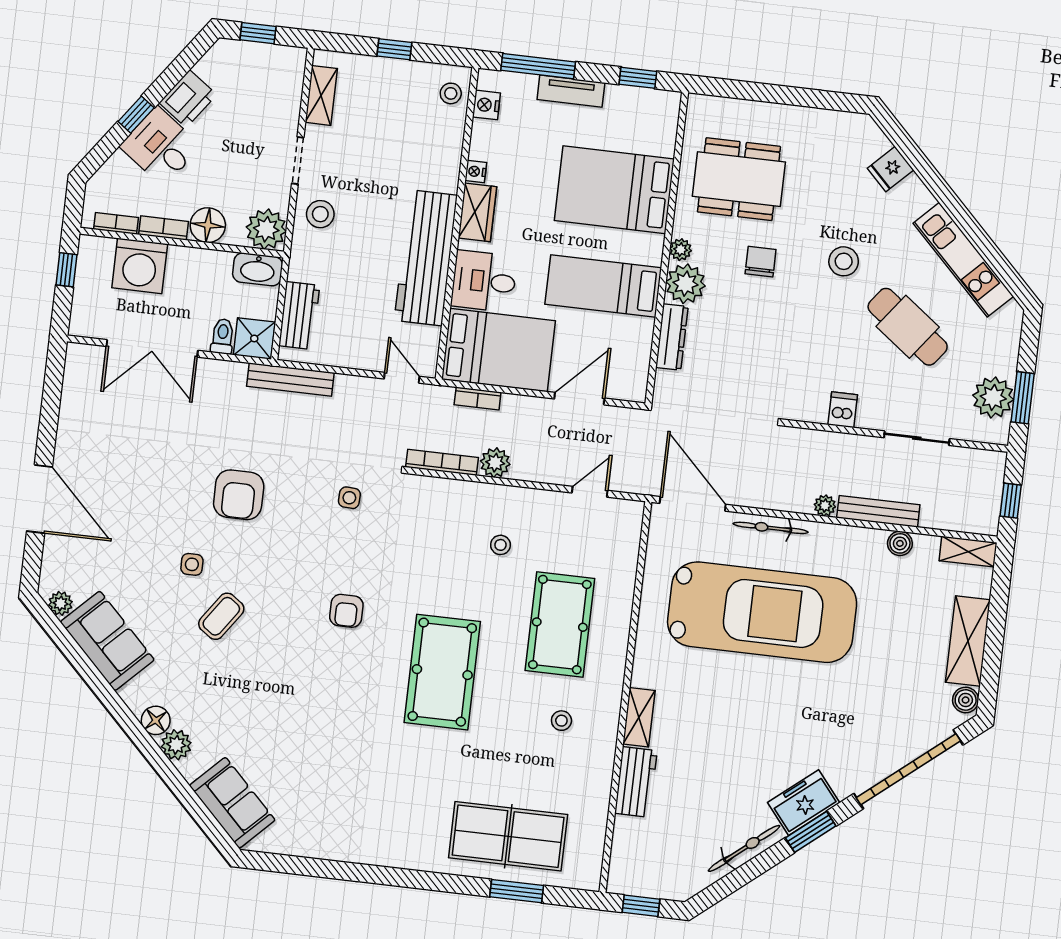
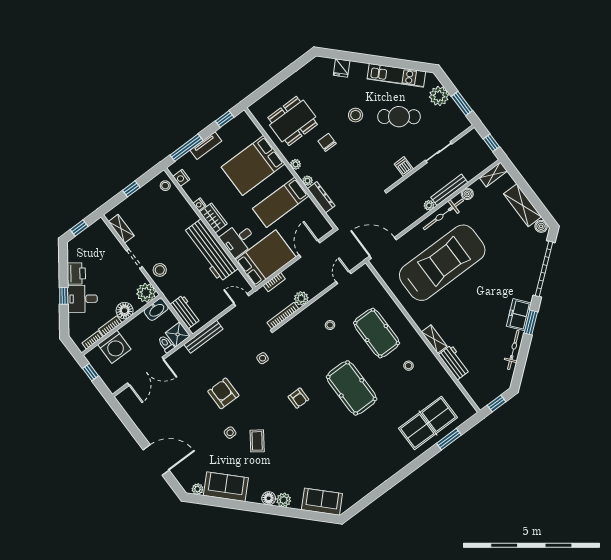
plant: (686, 284) -> (307, 181), width x0.53, depth x0.53
plant: (993, 398) -> (439, 96), moved
armchair: (239, 495) -> (223, 393), turned 180
bicycle: (771, 528) -> (443, 214), moved, width x1.37, depth x1.40

